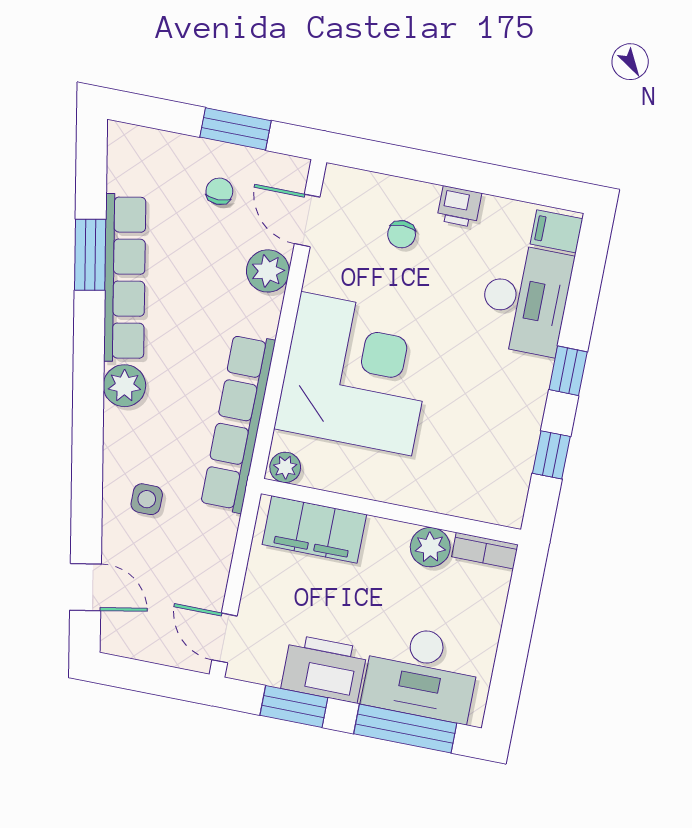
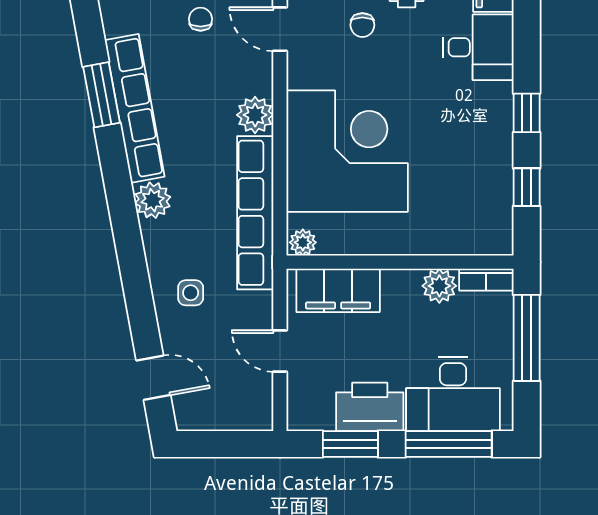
plant: (268, 271) -> (255, 115), moved
desk: (525, 299) -> (478, 47), width x0.73
window: (518, 626) -> (527, 338), added
door: (225, 638) -> (280, 351), moved

